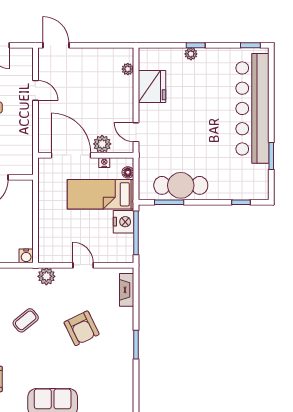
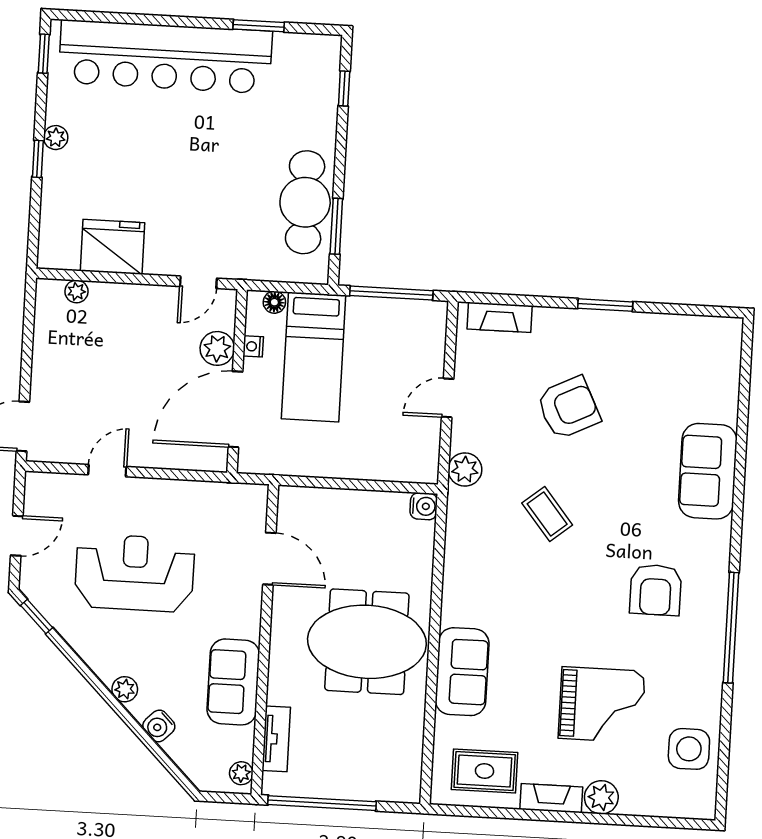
plant: (191, 54) -> (56, 138), moved
nightstand: (124, 222) -> (369, 316), removed

